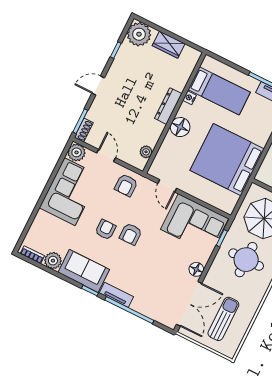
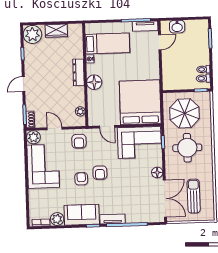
bed: (227, 160) -> (140, 102), moved, turned 90

